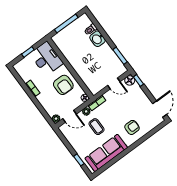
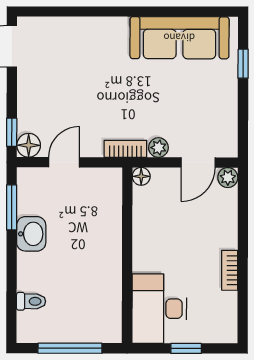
washbasin: (97, 39) -> (31, 234), moved
door: (114, 83) -> (64, 162), hinge flipped
armchair: (63, 85) -> (165, 233), removed
door: (69, 116) -> (198, 162), swing flipped
coffee table: (97, 127) -> (160, 103), removed
armchair: (132, 127) -> (92, 50), removed

